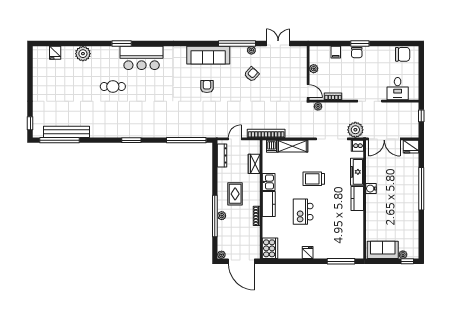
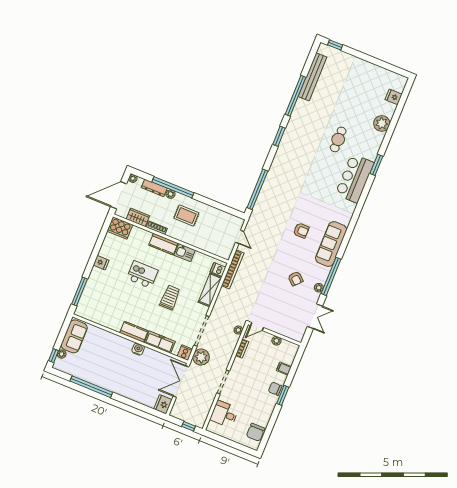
window: (59, 140) -> (295, 96), moved
dresser: (222, 155) -> (154, 188), moved
wardrobe: (254, 164) -> (138, 217), moved
window: (421, 189) -> (91, 387), moved

